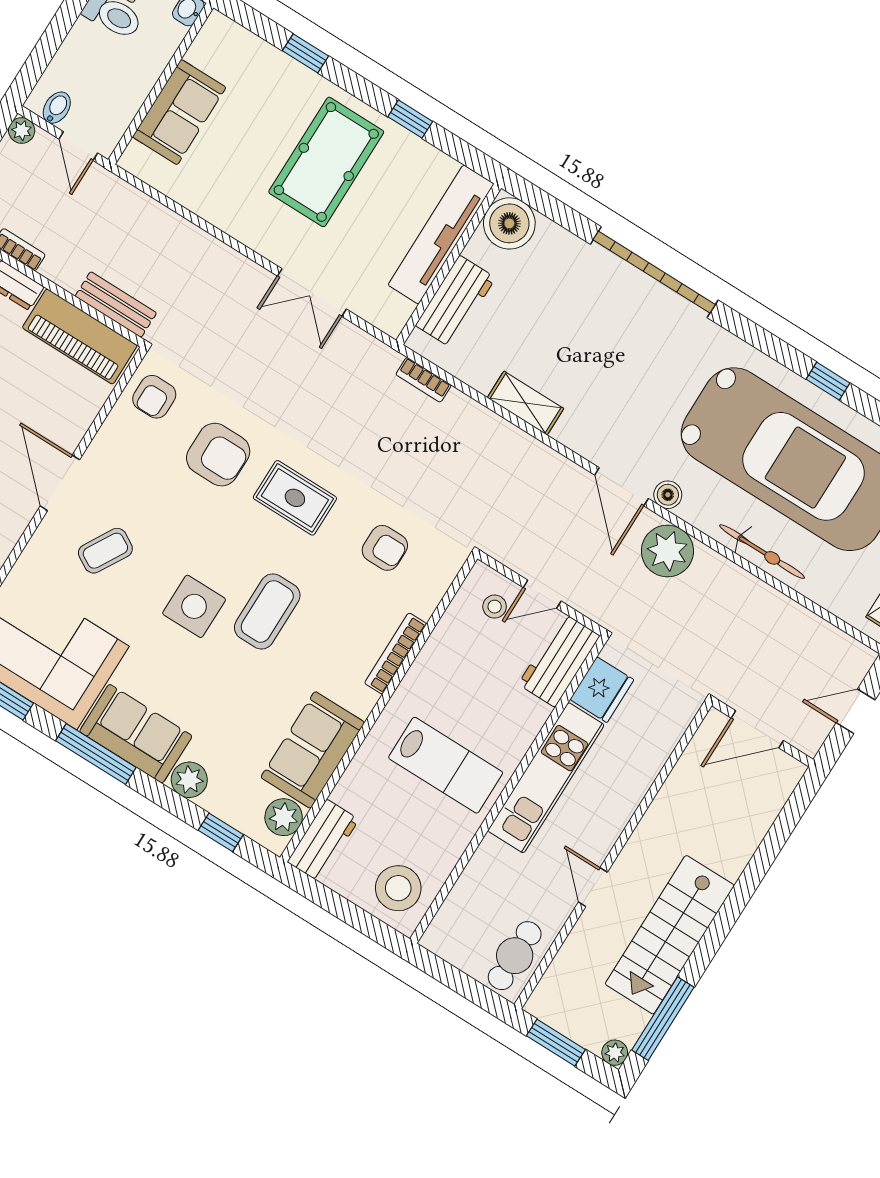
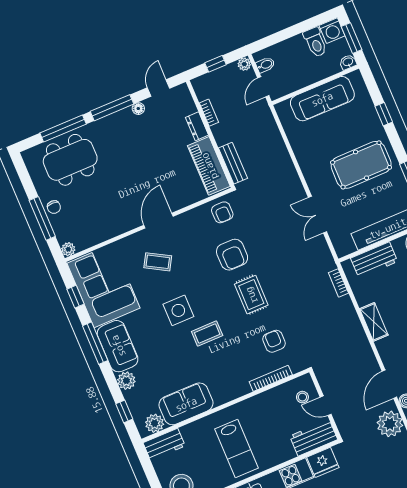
sofa: (179, 112) -> (322, 99), width x1.36
armchair: (154, 397) -> (222, 212), turned -90
armchair: (385, 548) -> (274, 341), turned 180
coffee table: (267, 611) -> (207, 334), width x0.73, depth x0.77
bookcase: (396, 653) -> (271, 378), moved

